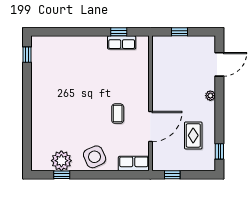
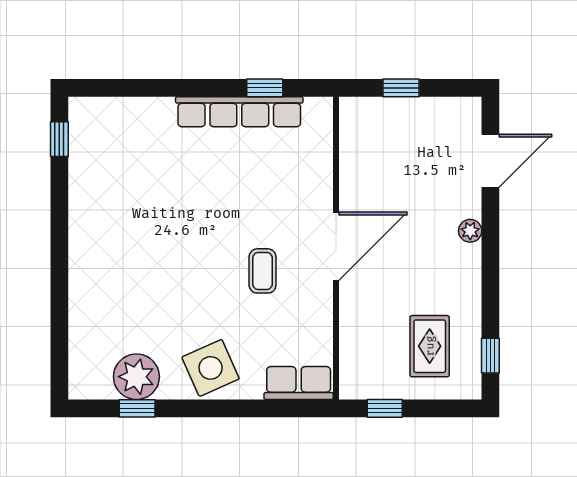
row of seats: (122, 42) -> (239, 112), width x2.02
door: (150, 127) -> (336, 246), moved
rug: (193, 135) -> (430, 346), moved

